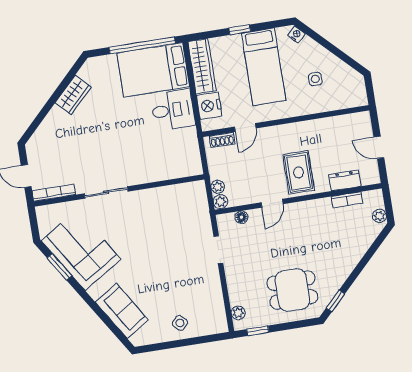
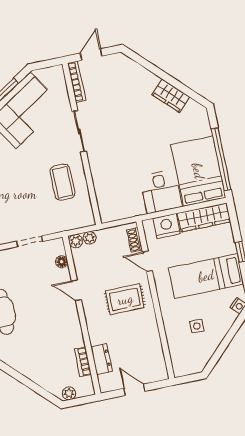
door: (379, 147) -> (134, 390), hinge flipped
rug: (299, 172) -> (125, 299), moved
coffee table: (158, 212) -> (62, 182), added

